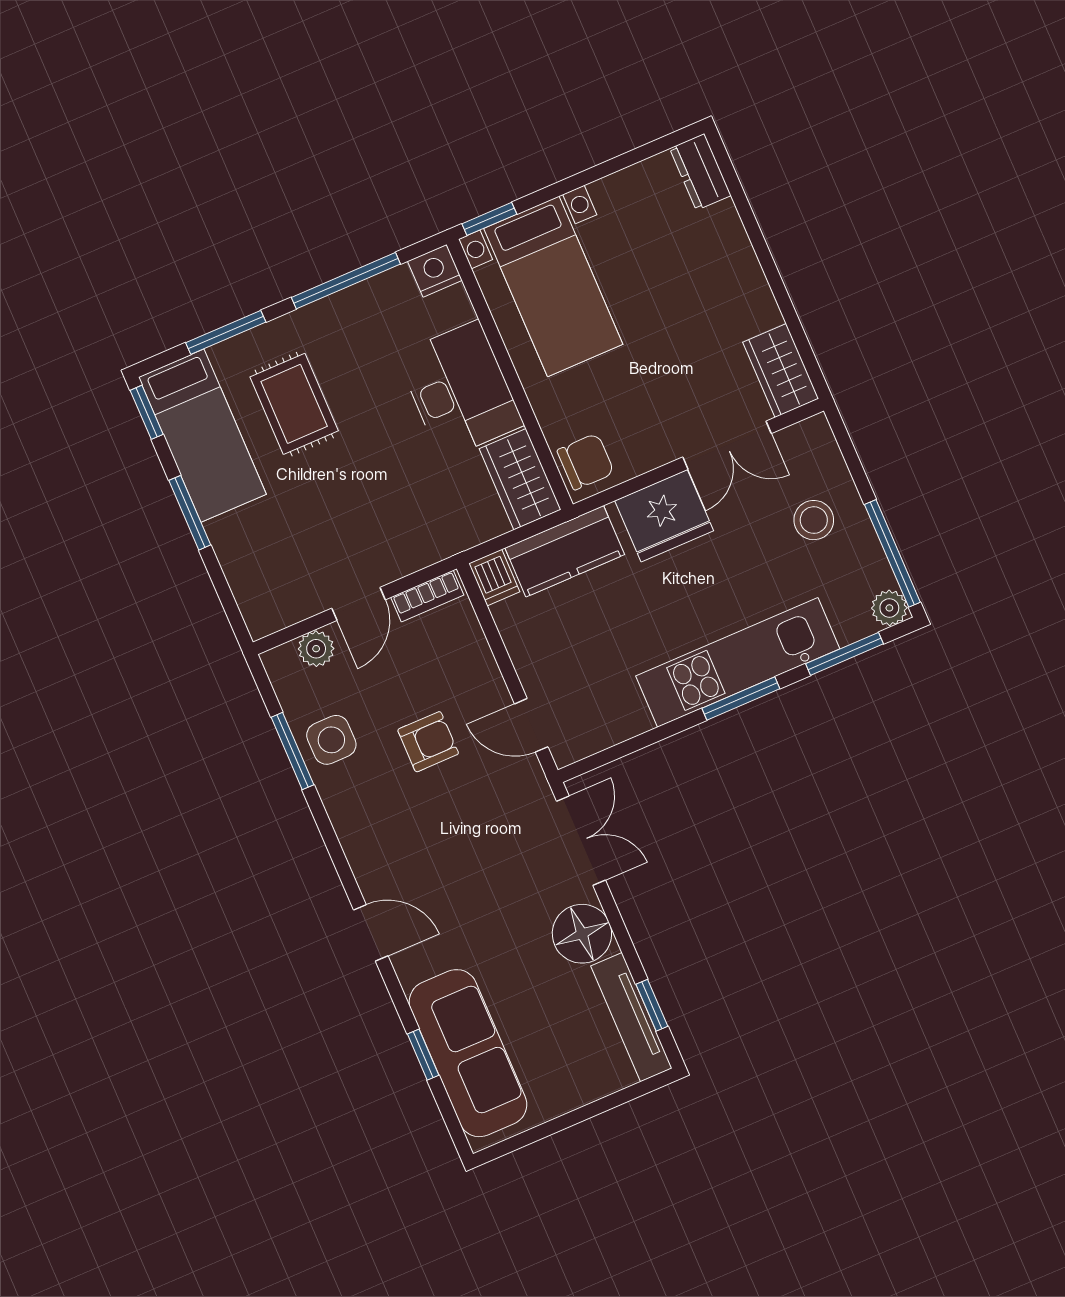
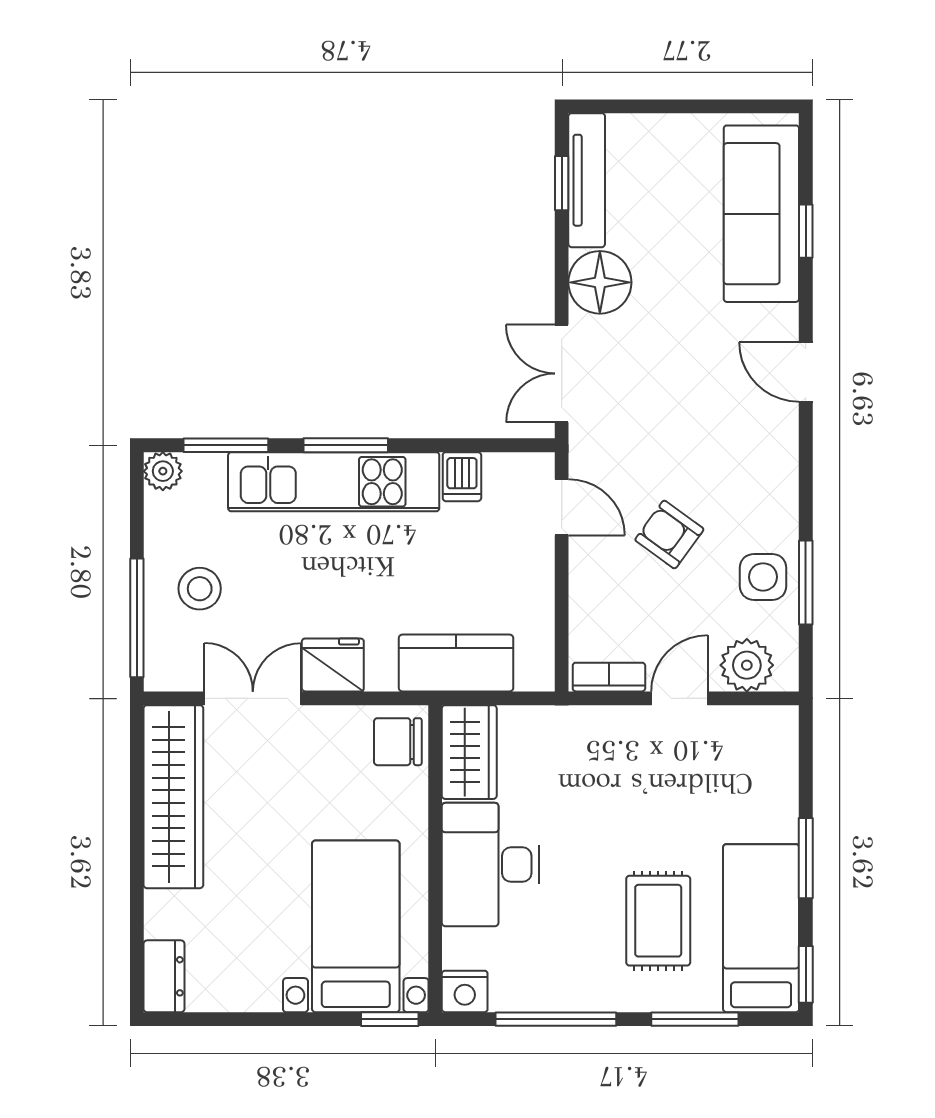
wardrobe: (781, 370) -> (173, 797), width x2.10, depth x1.17
fridge: (664, 516) -> (333, 665), width x0.73, depth x0.75
window: (892, 553) -> (137, 618), moved
dishwasher: (494, 578) -> (462, 477), moved, turned 180
plant: (316, 649) -> (747, 665), width x1.38, depth x1.38
armchair: (428, 742) -> (669, 535), turned 36

